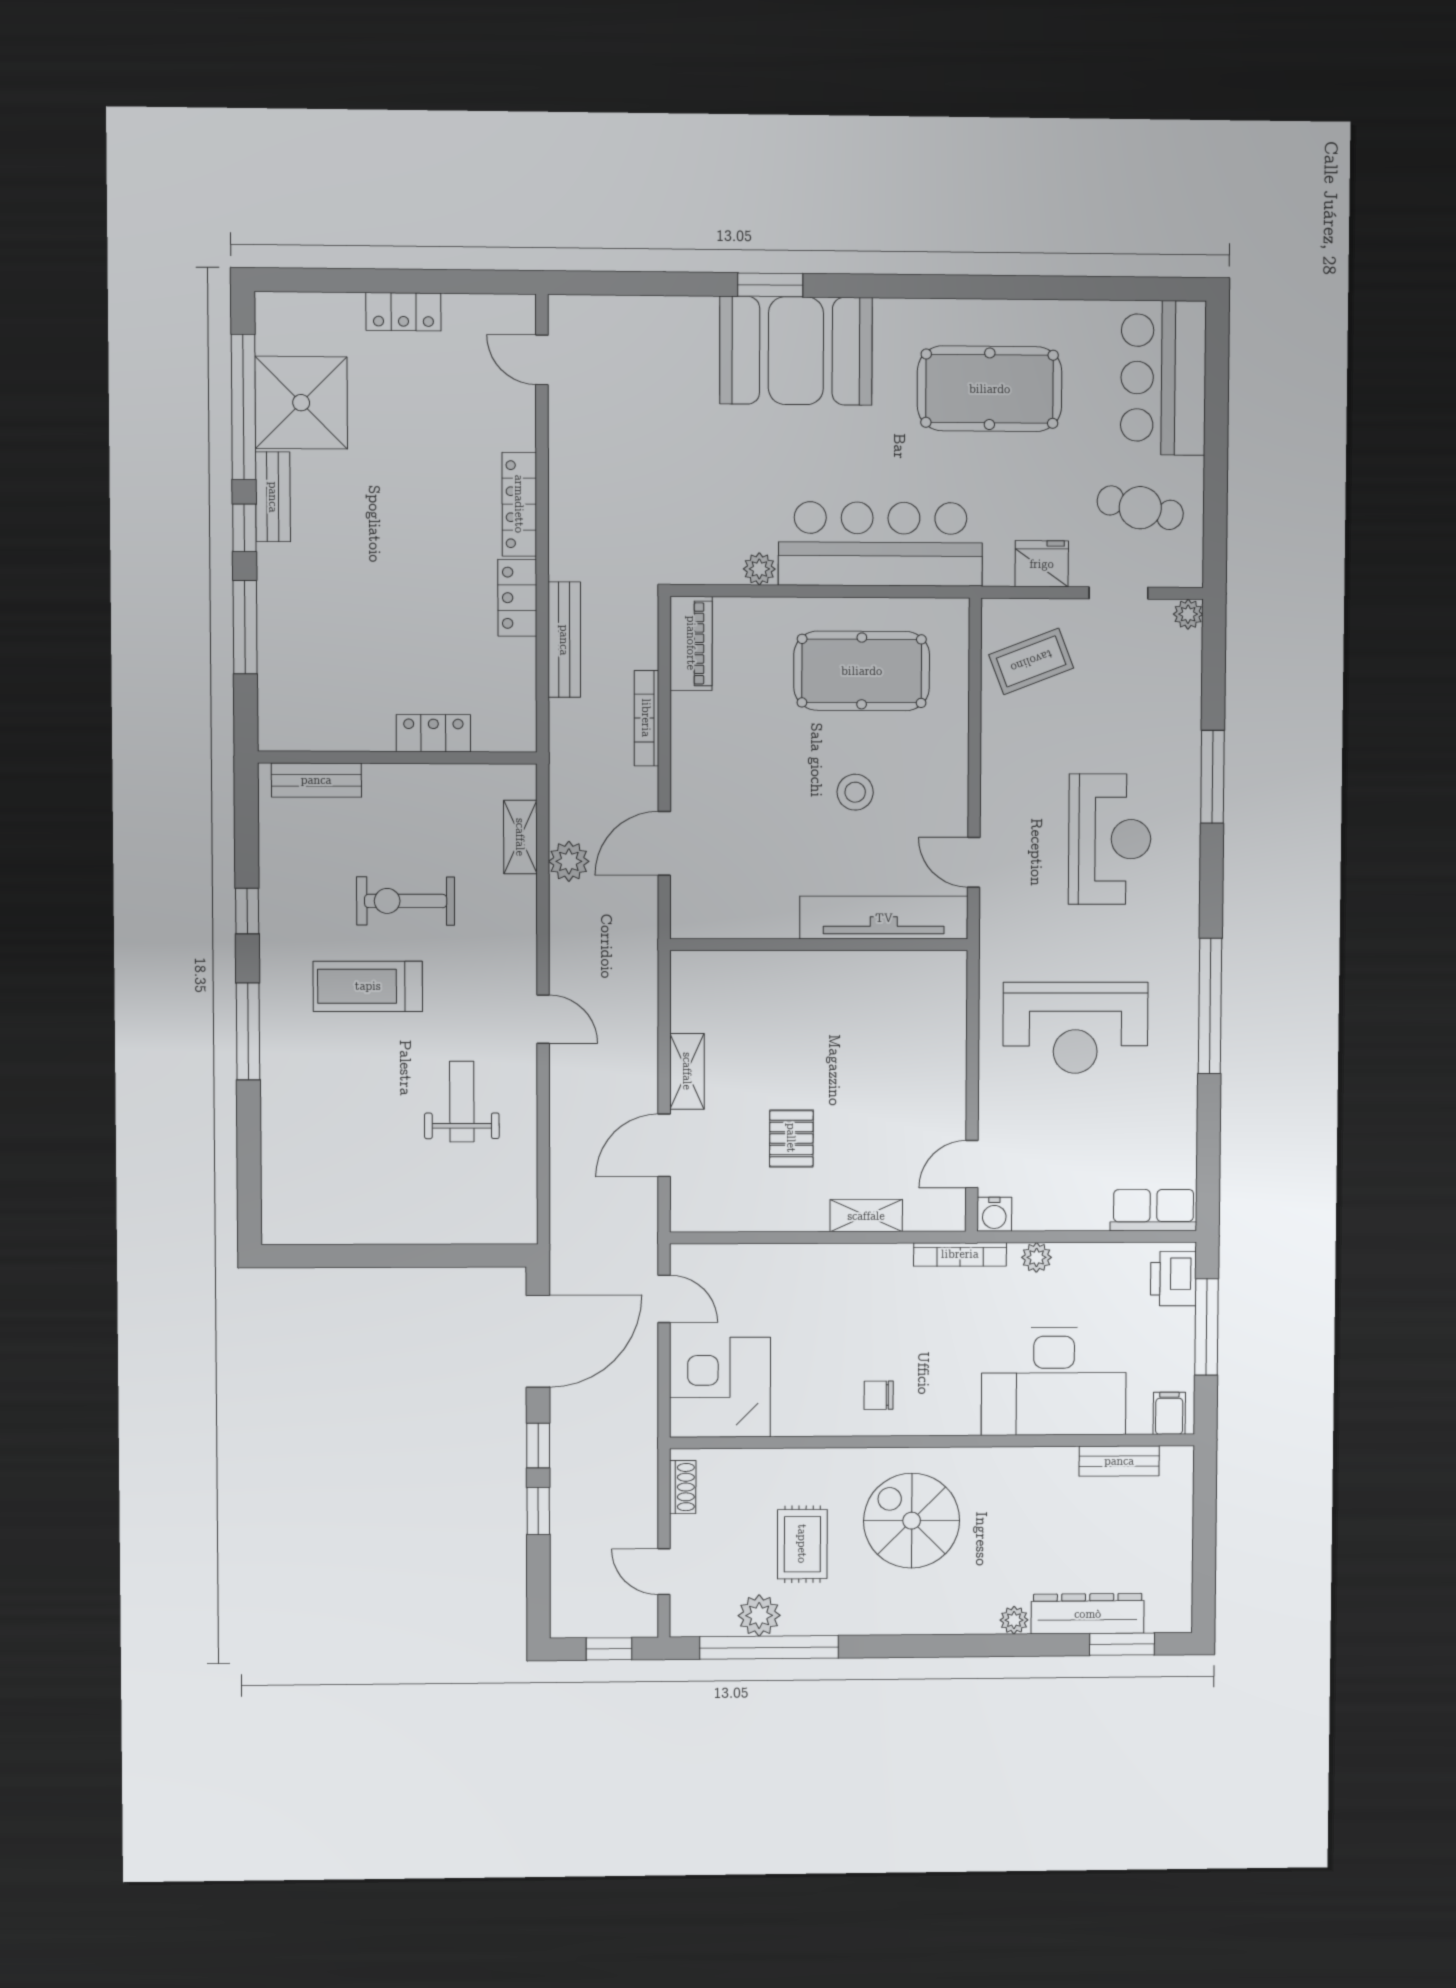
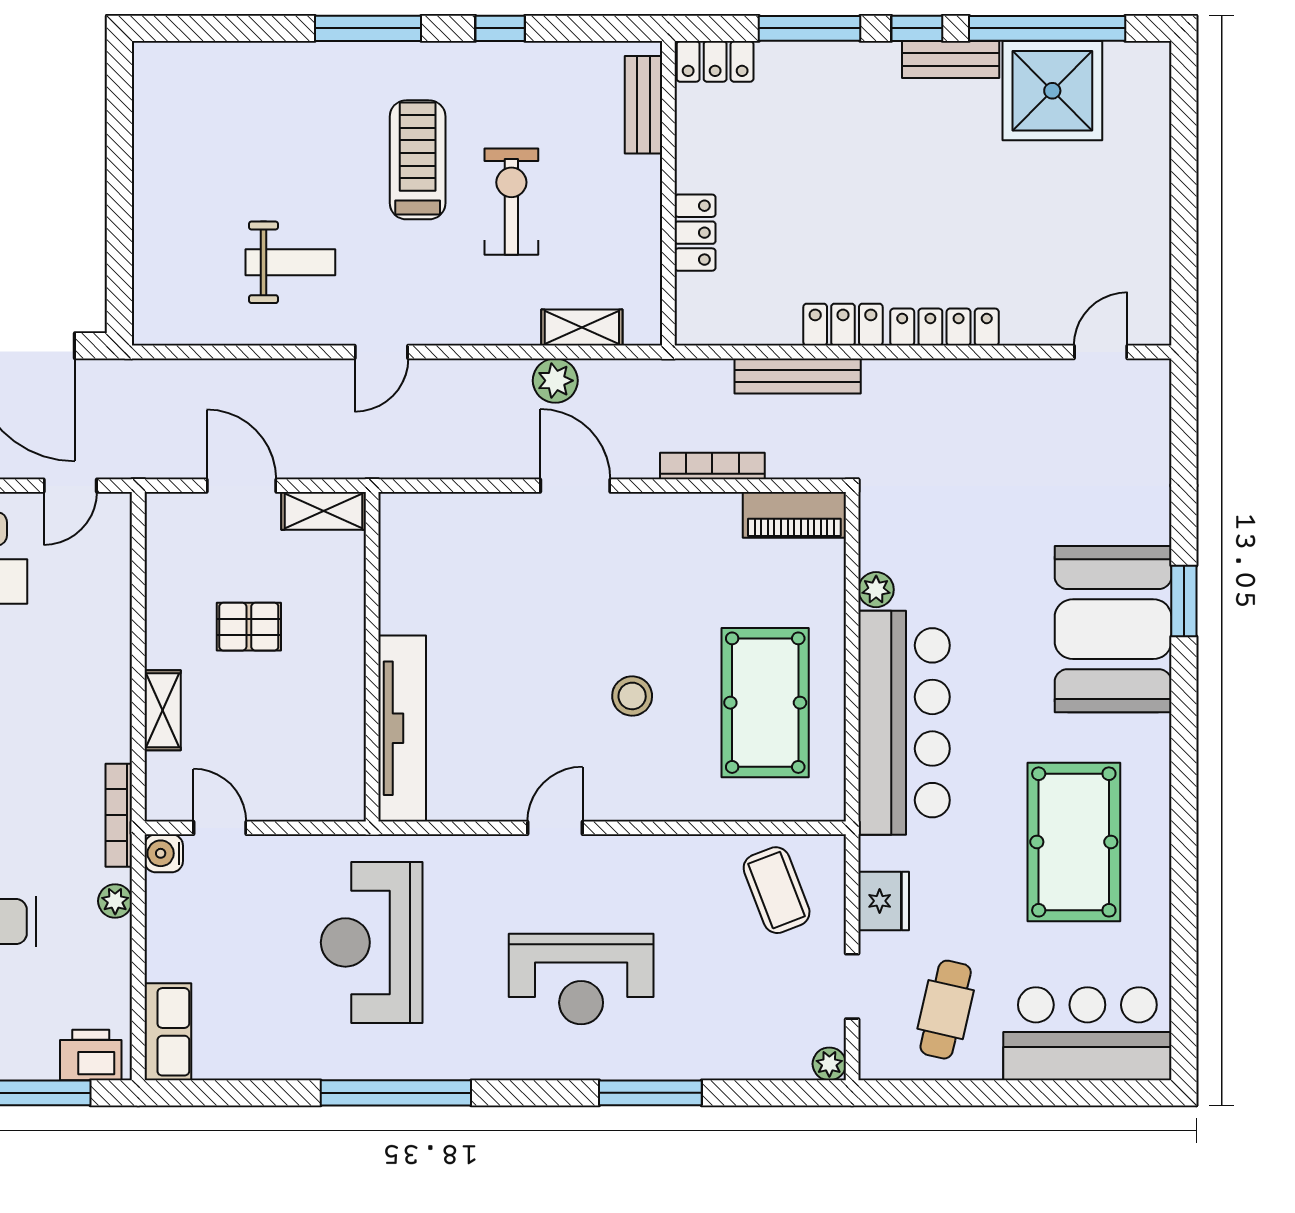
locker: (403, 312) -> (715, 61), moved, turned -90
tv unit: (884, 918) -> (402, 728), moved
wall: (819, 945) -> (372, 657), moved

